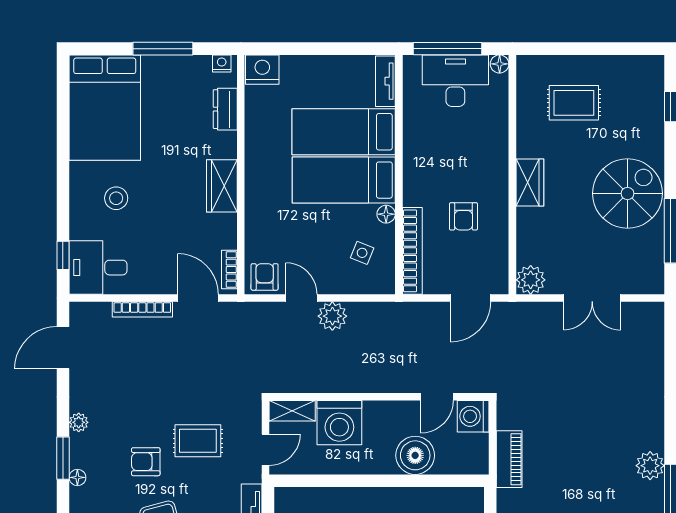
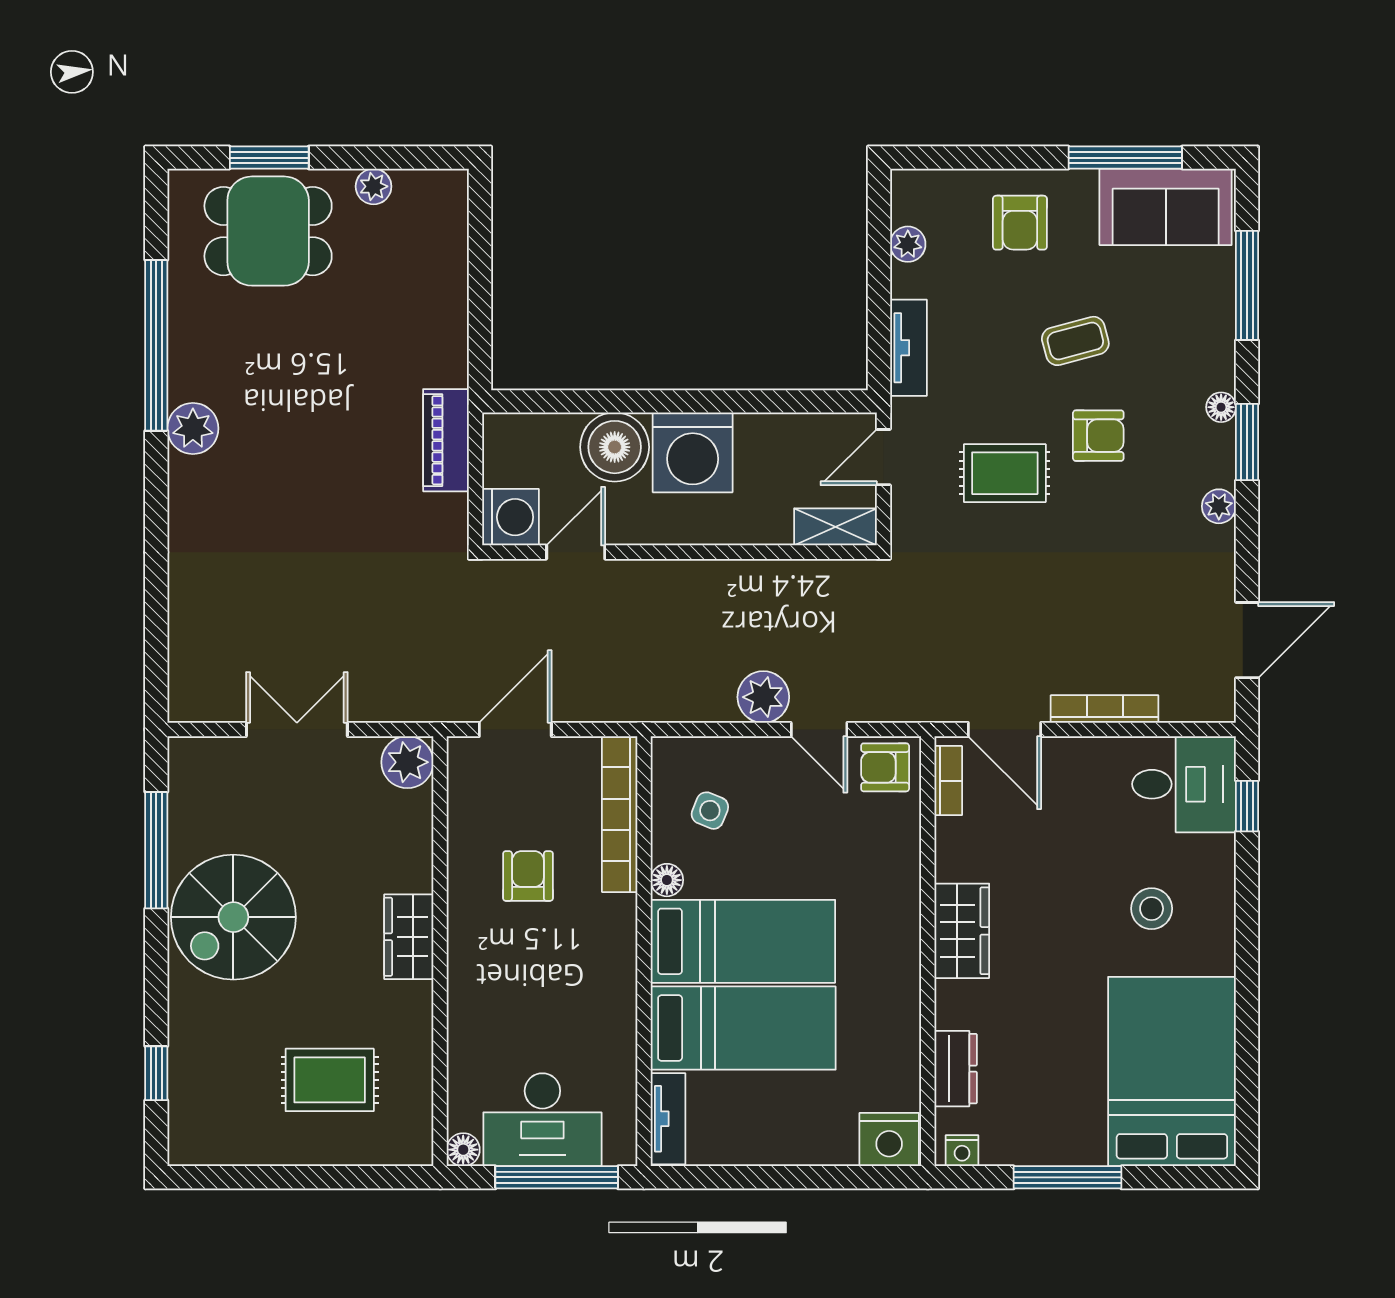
armchair: (265, 277) -> (885, 767), turned 90
washing machine: (339, 423) -> (693, 452), moved, turned 180

